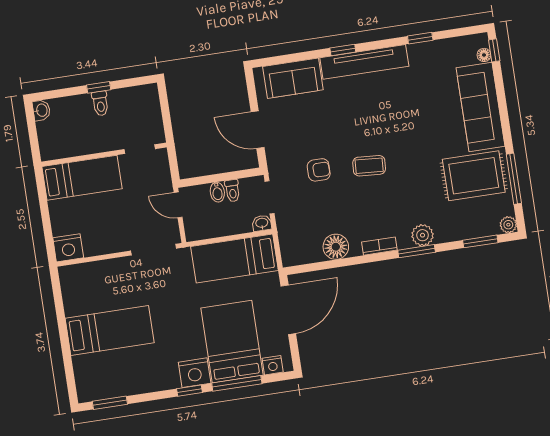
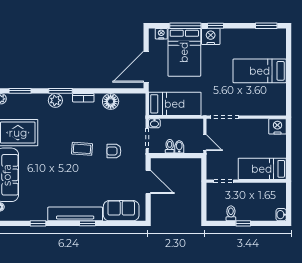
toilet: (100, 103) -> (231, 213), moved

